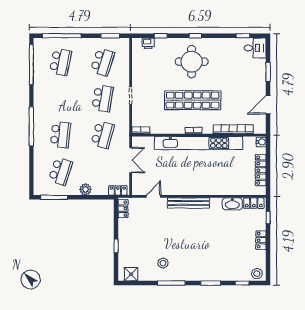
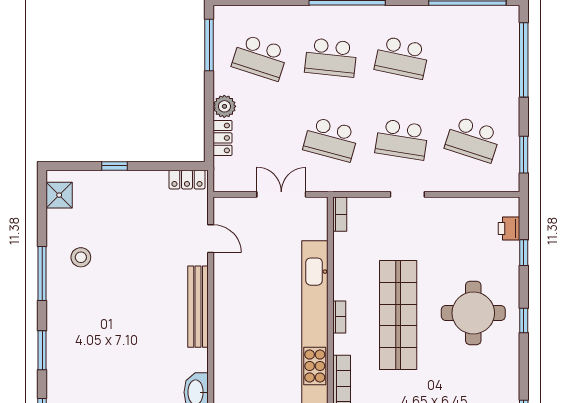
school desk: (60, 62) -> (402, 58), moved
double door: (131, 160) -> (281, 194), swing flipped
locker: (118, 190) -> (223, 138), moved

